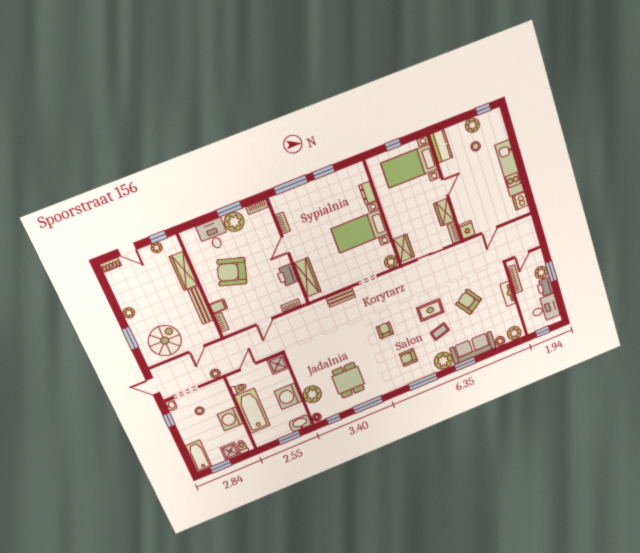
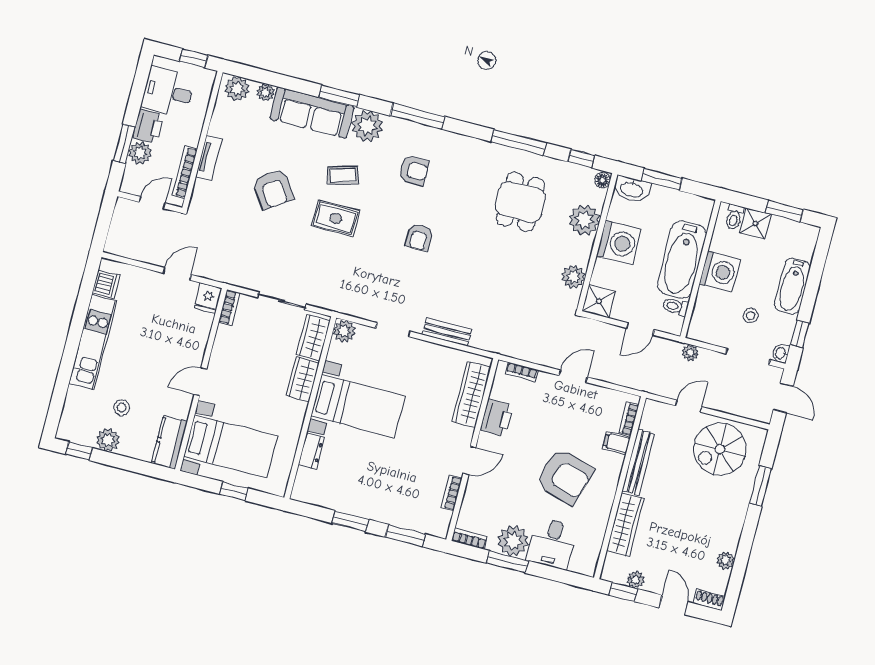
window: (291, 185) -> (405, 536), width x0.69
wardrobe: (444, 212) -> (303, 379), moved, turned 180
plant: (129, 313) -> (726, 560), moved
plant: (298, 366) -> (573, 277), added
bathtub: (199, 456) -> (792, 286), moved

